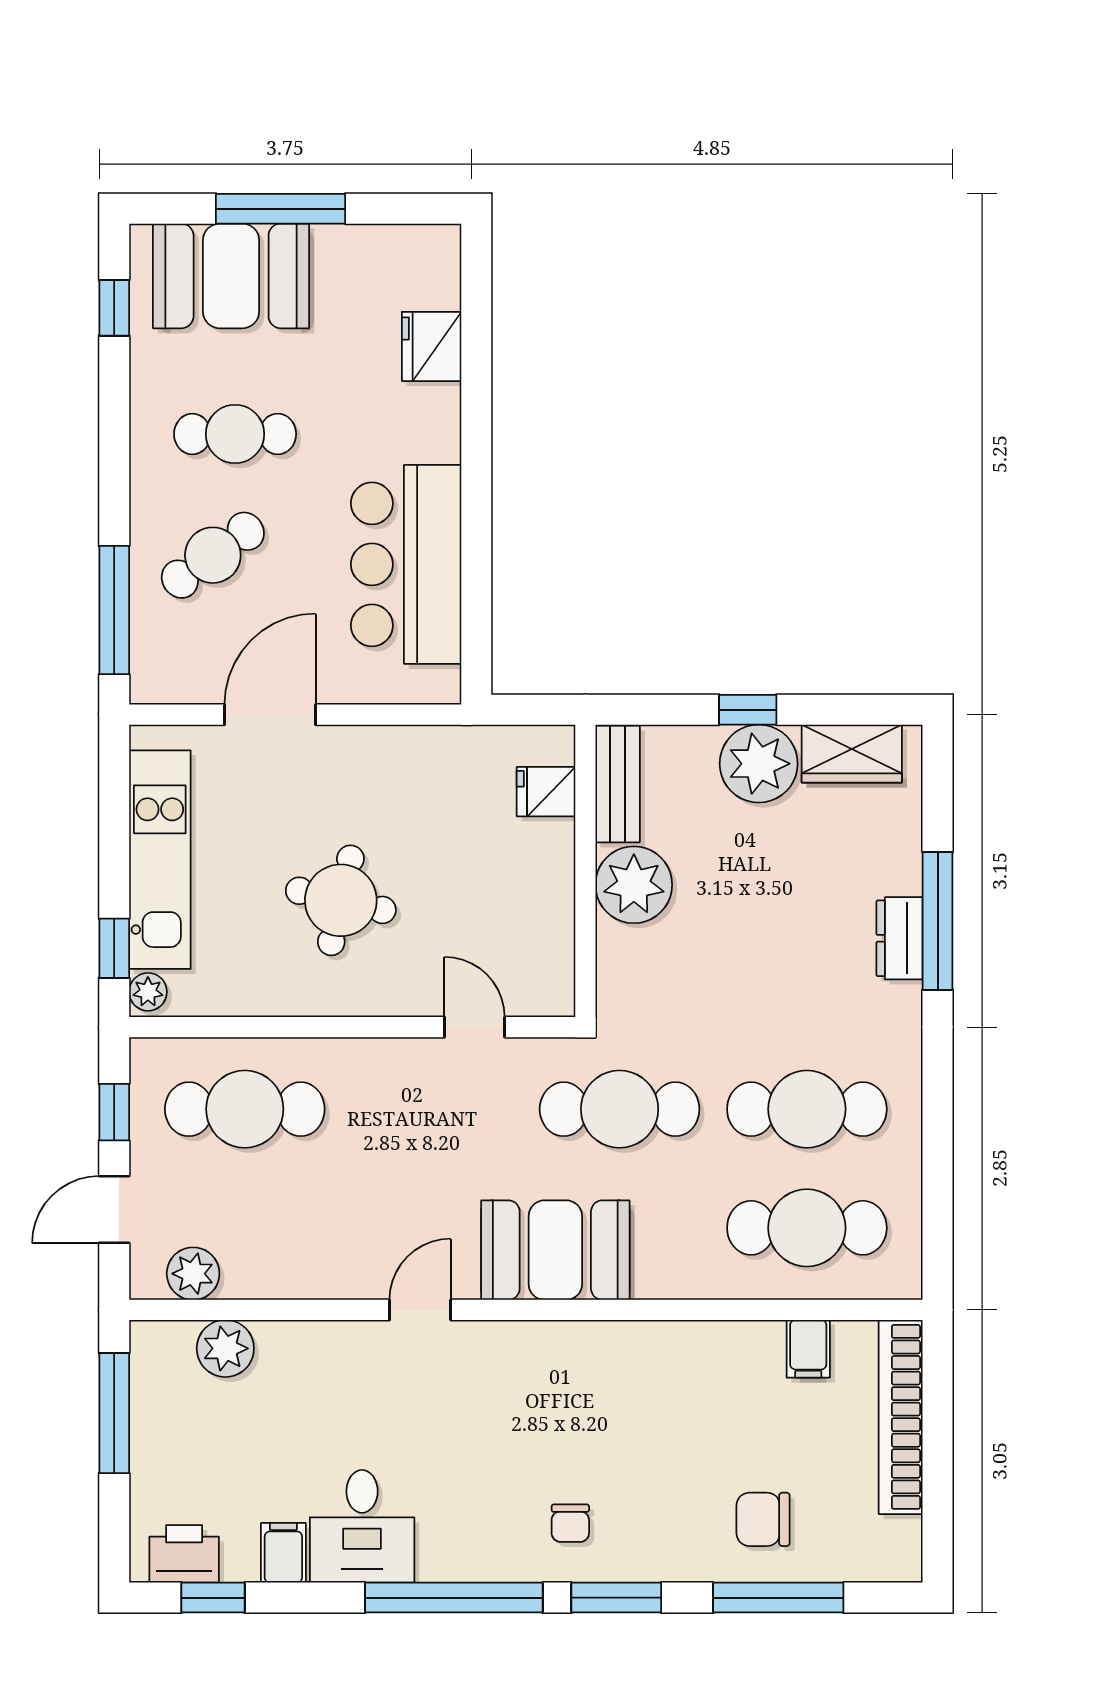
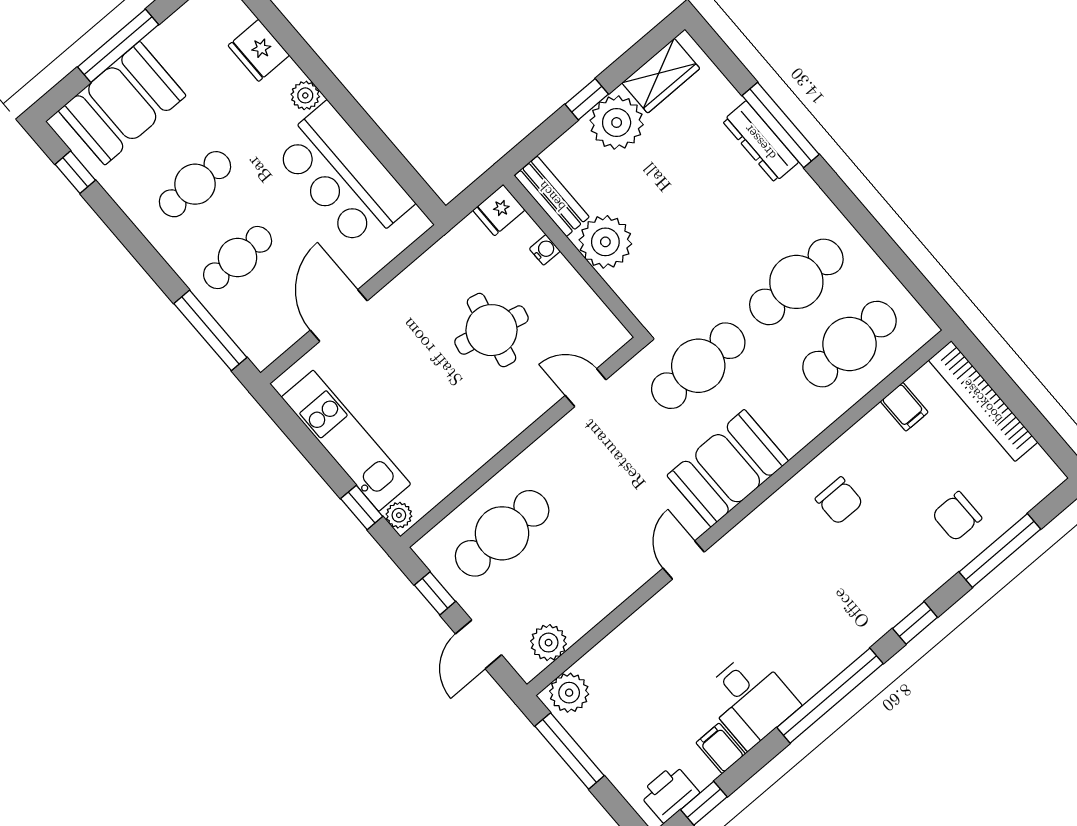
plant: (440, 440) -> (305, 95), added
cafe table: (213, 555) -> (238, 258), turned 36
fridge: (546, 792) -> (499, 210), moved
water cooler: (559, 836) -> (545, 250), added
round table: (341, 900) -> (491, 330), moved
dresser: (900, 938) -> (760, 142), width x1.44
plant: (225, 1348) -> (569, 693), moved
chair: (570, 1523) -> (839, 501), moved, width x1.37, depth x1.37
window: (616, 1598) -> (915, 623), width x0.67

